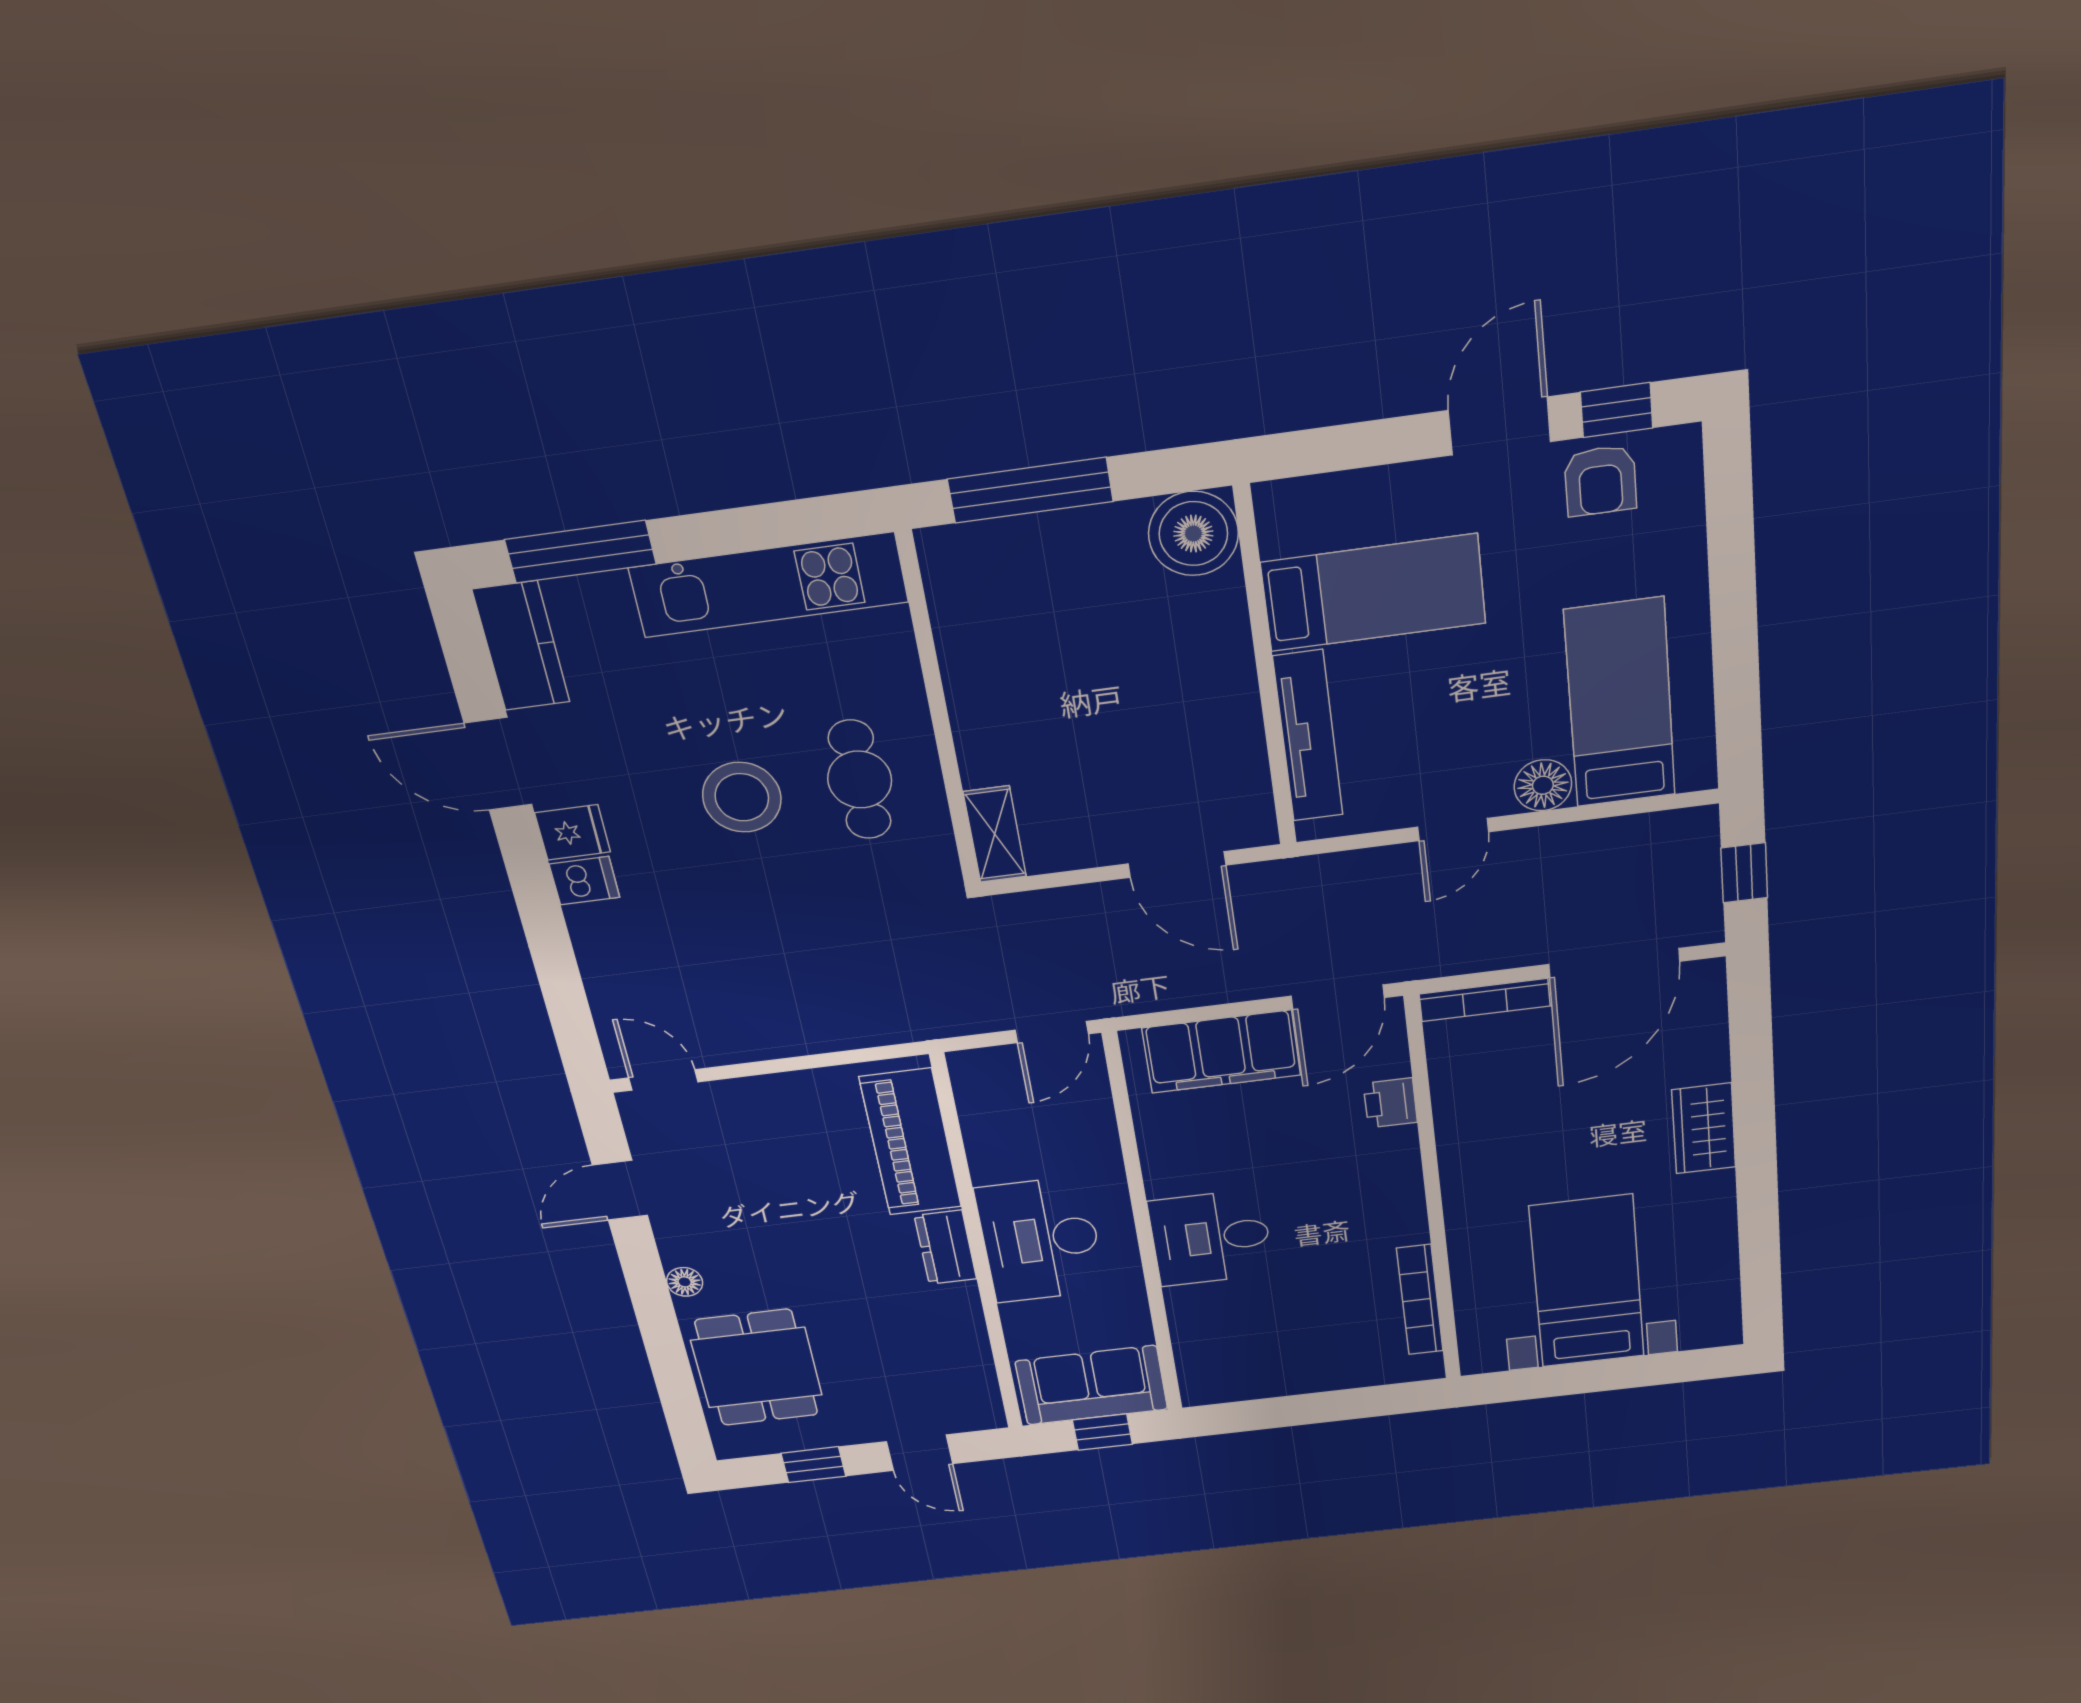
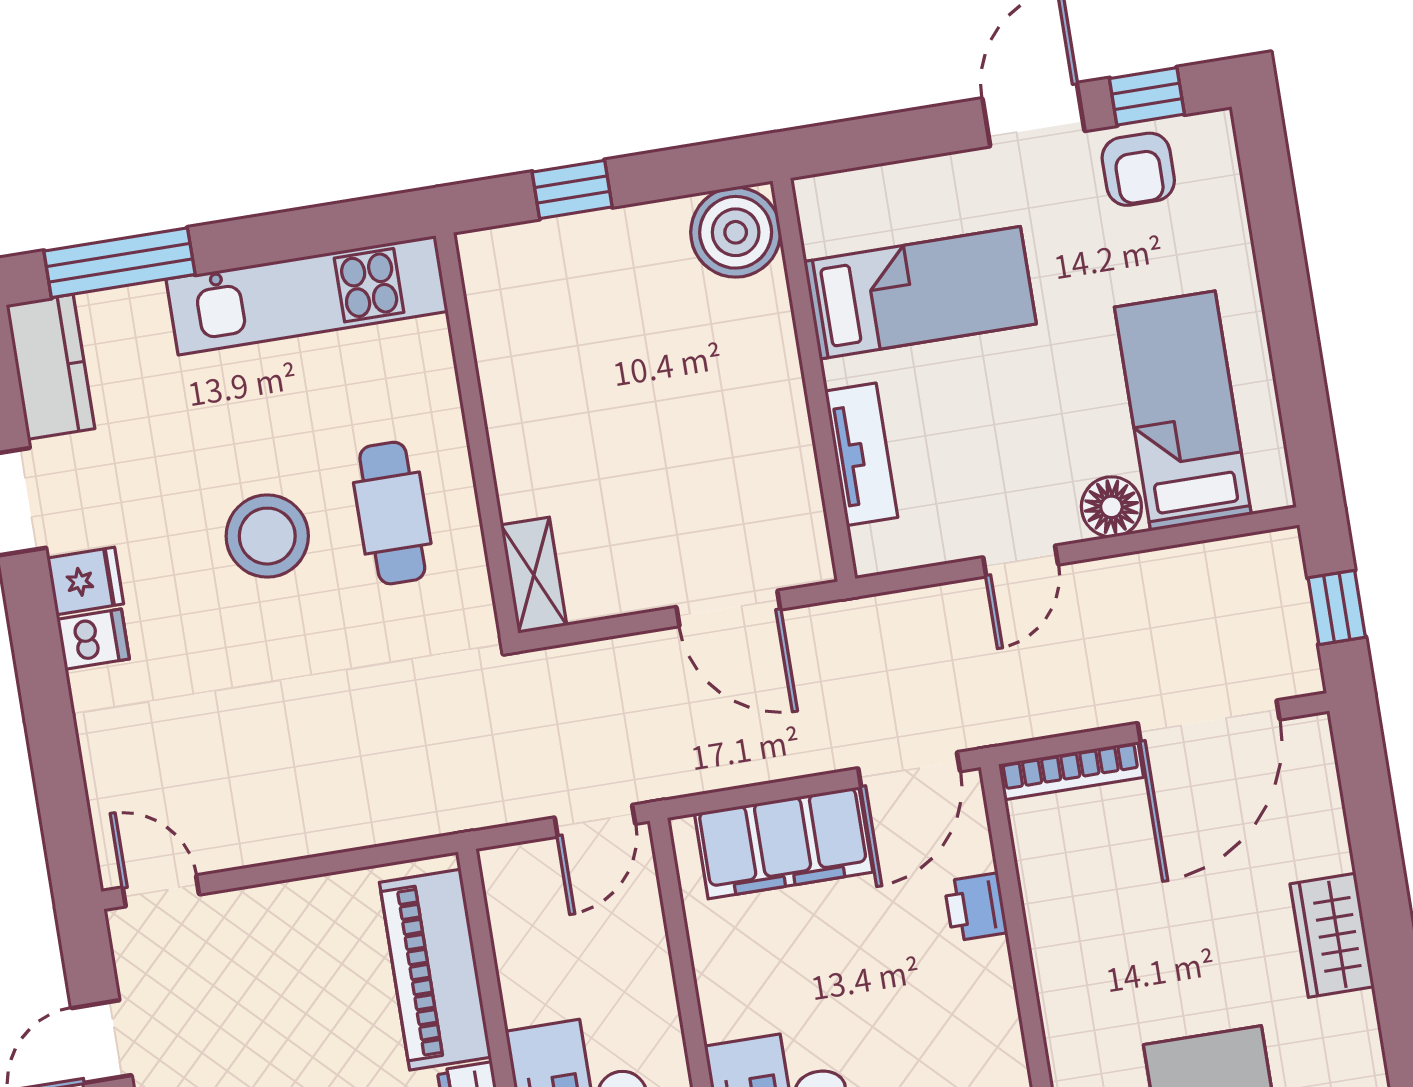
window: (1030, 490) -> (572, 189), width x0.46
tv unit: (1308, 736) -> (861, 454), width x0.71

